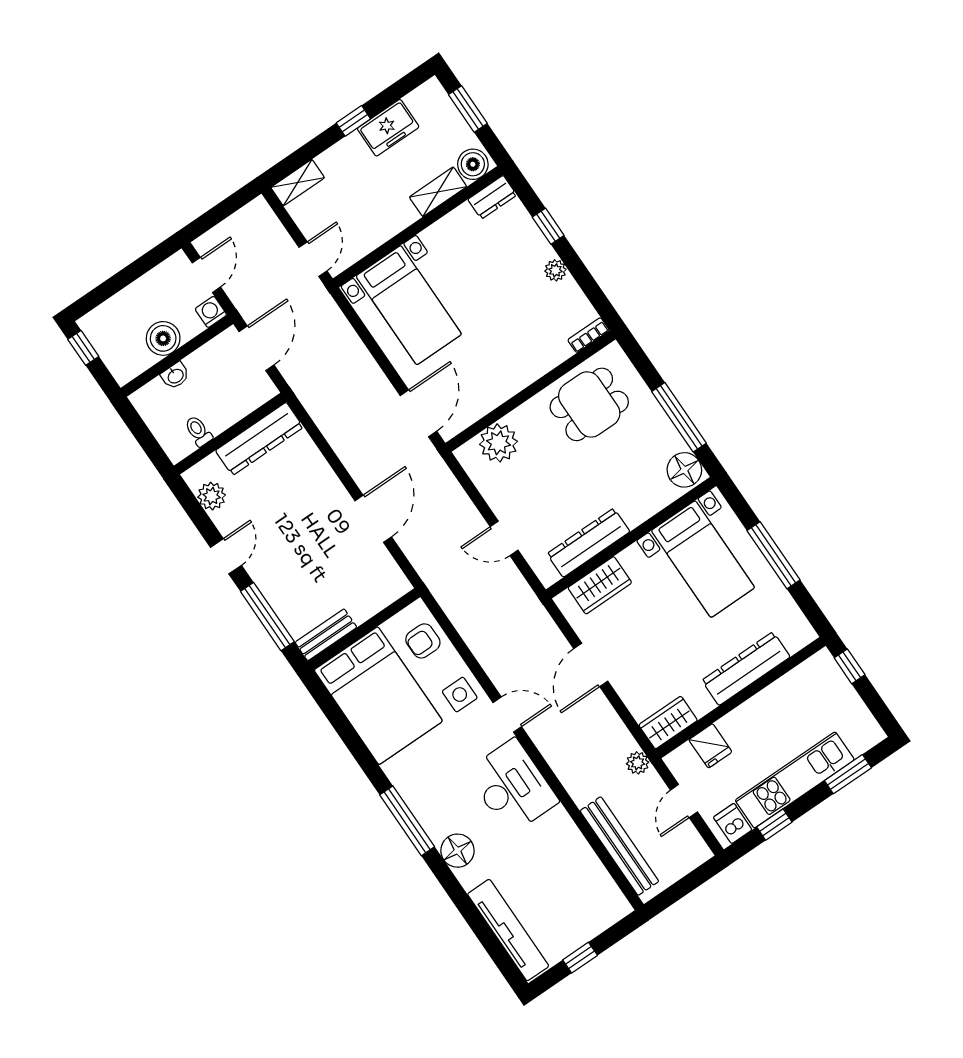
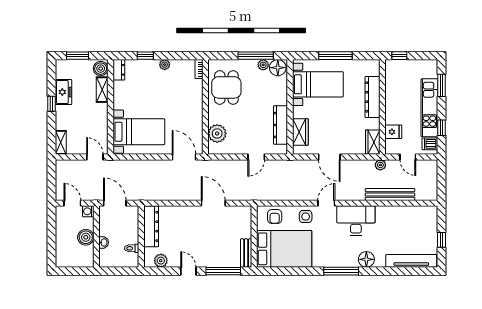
window: (83, 348) -> (68, 271), removed
plant: (672, 441) -> (263, 65), added
bench: (619, 846) -> (390, 194), moved

